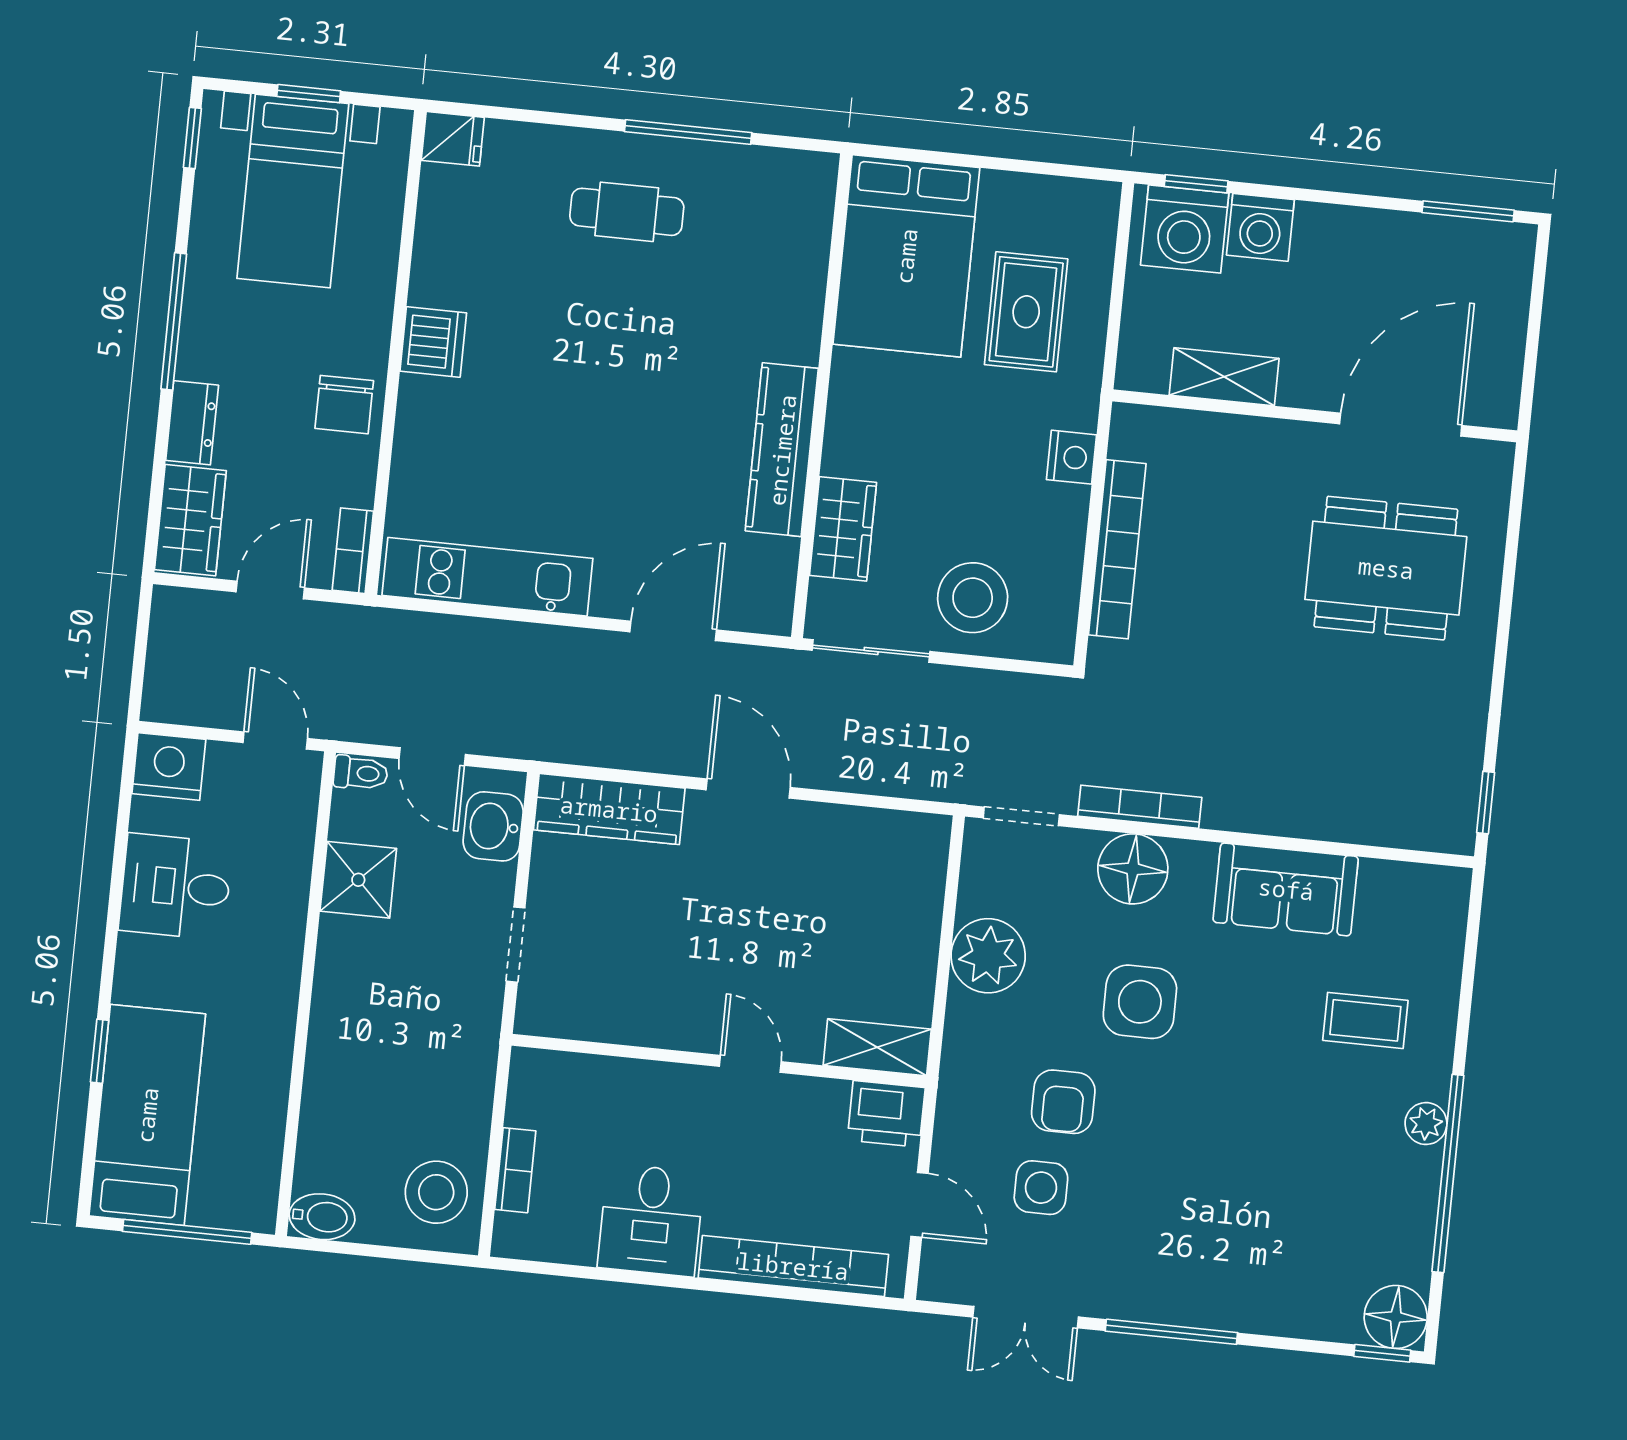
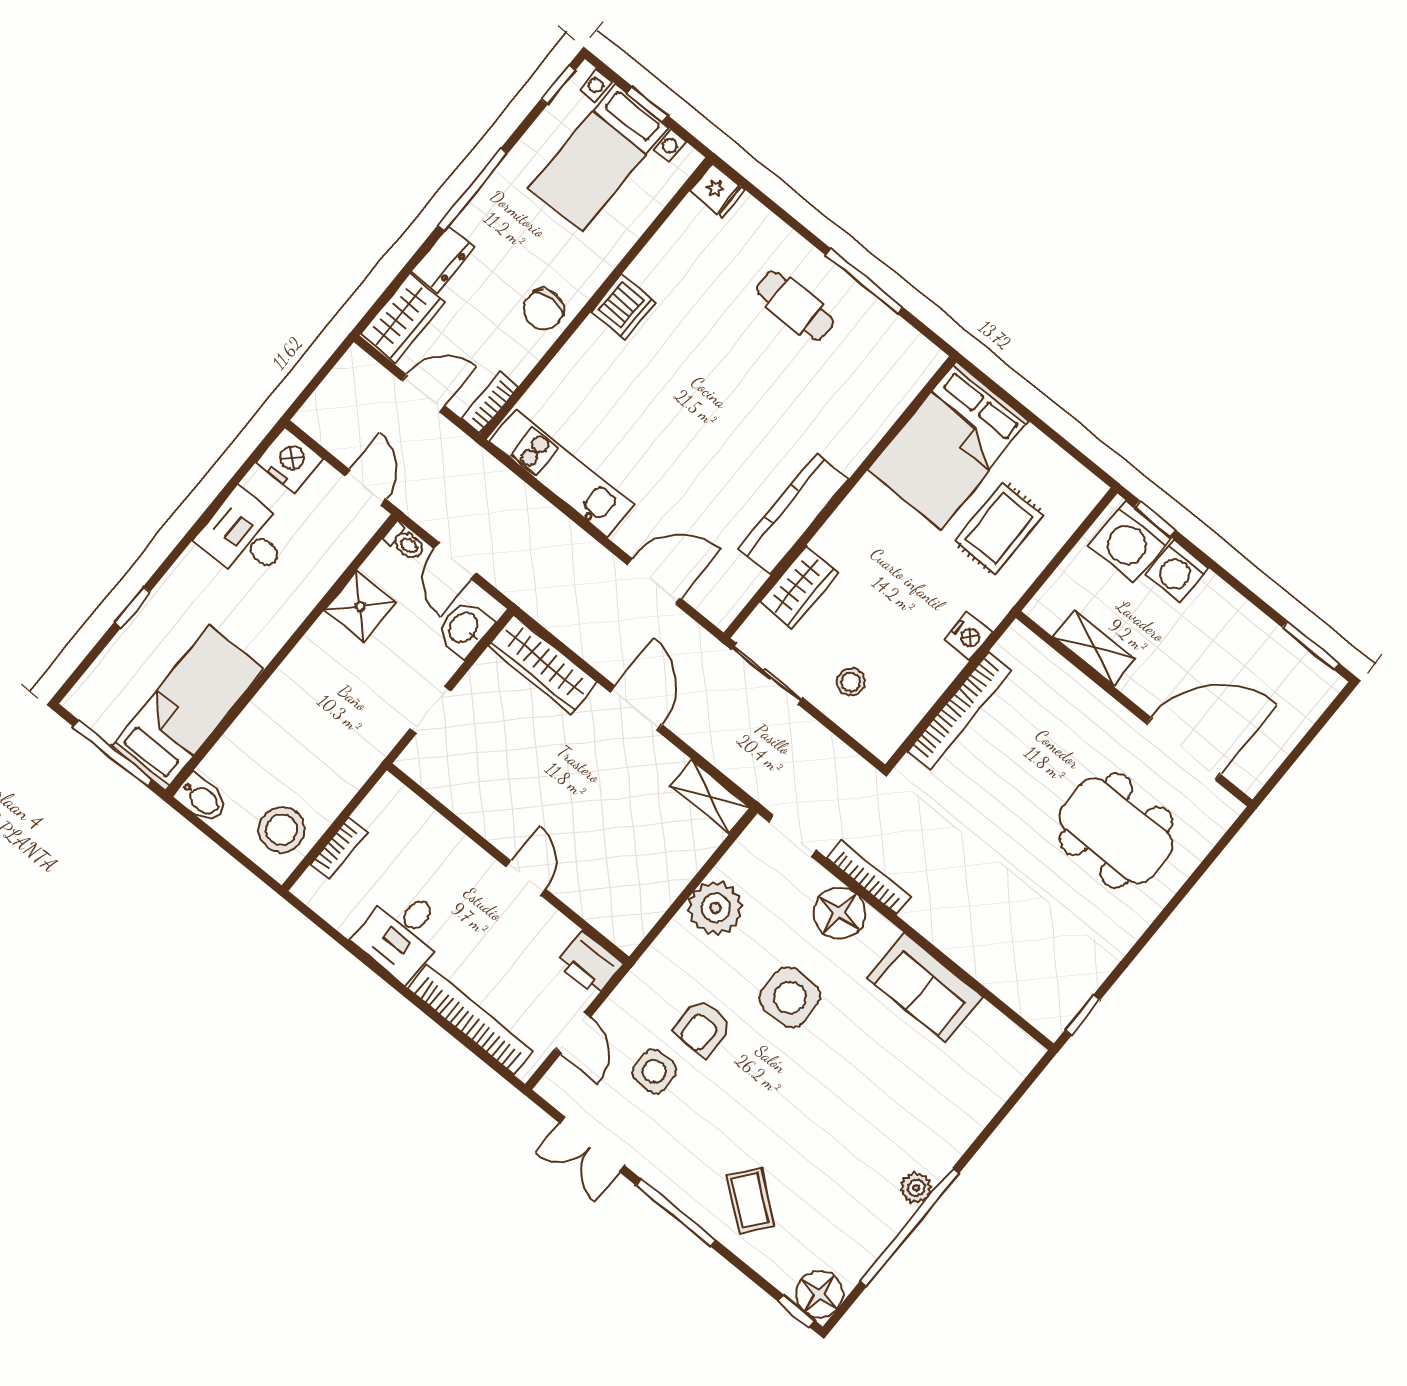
stool: (973, 598) -> (851, 682), width x0.53, depth x0.53
coffee table: (1365, 1020) -> (750, 1200), moved, turned 38
shelving: (877, 1047) -> (710, 797), moved
bed: (147, 1115) -> (188, 708), moved

